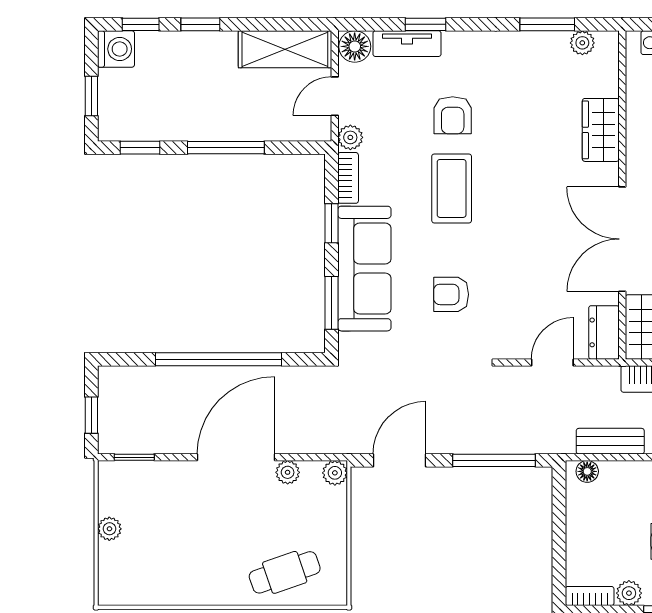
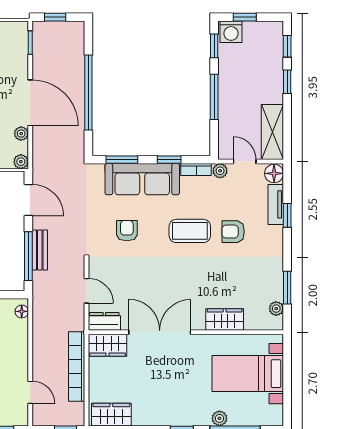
washing machine: (116, 49) -> (231, 32), moved
bench: (610, 441) -> (40, 250), moved

